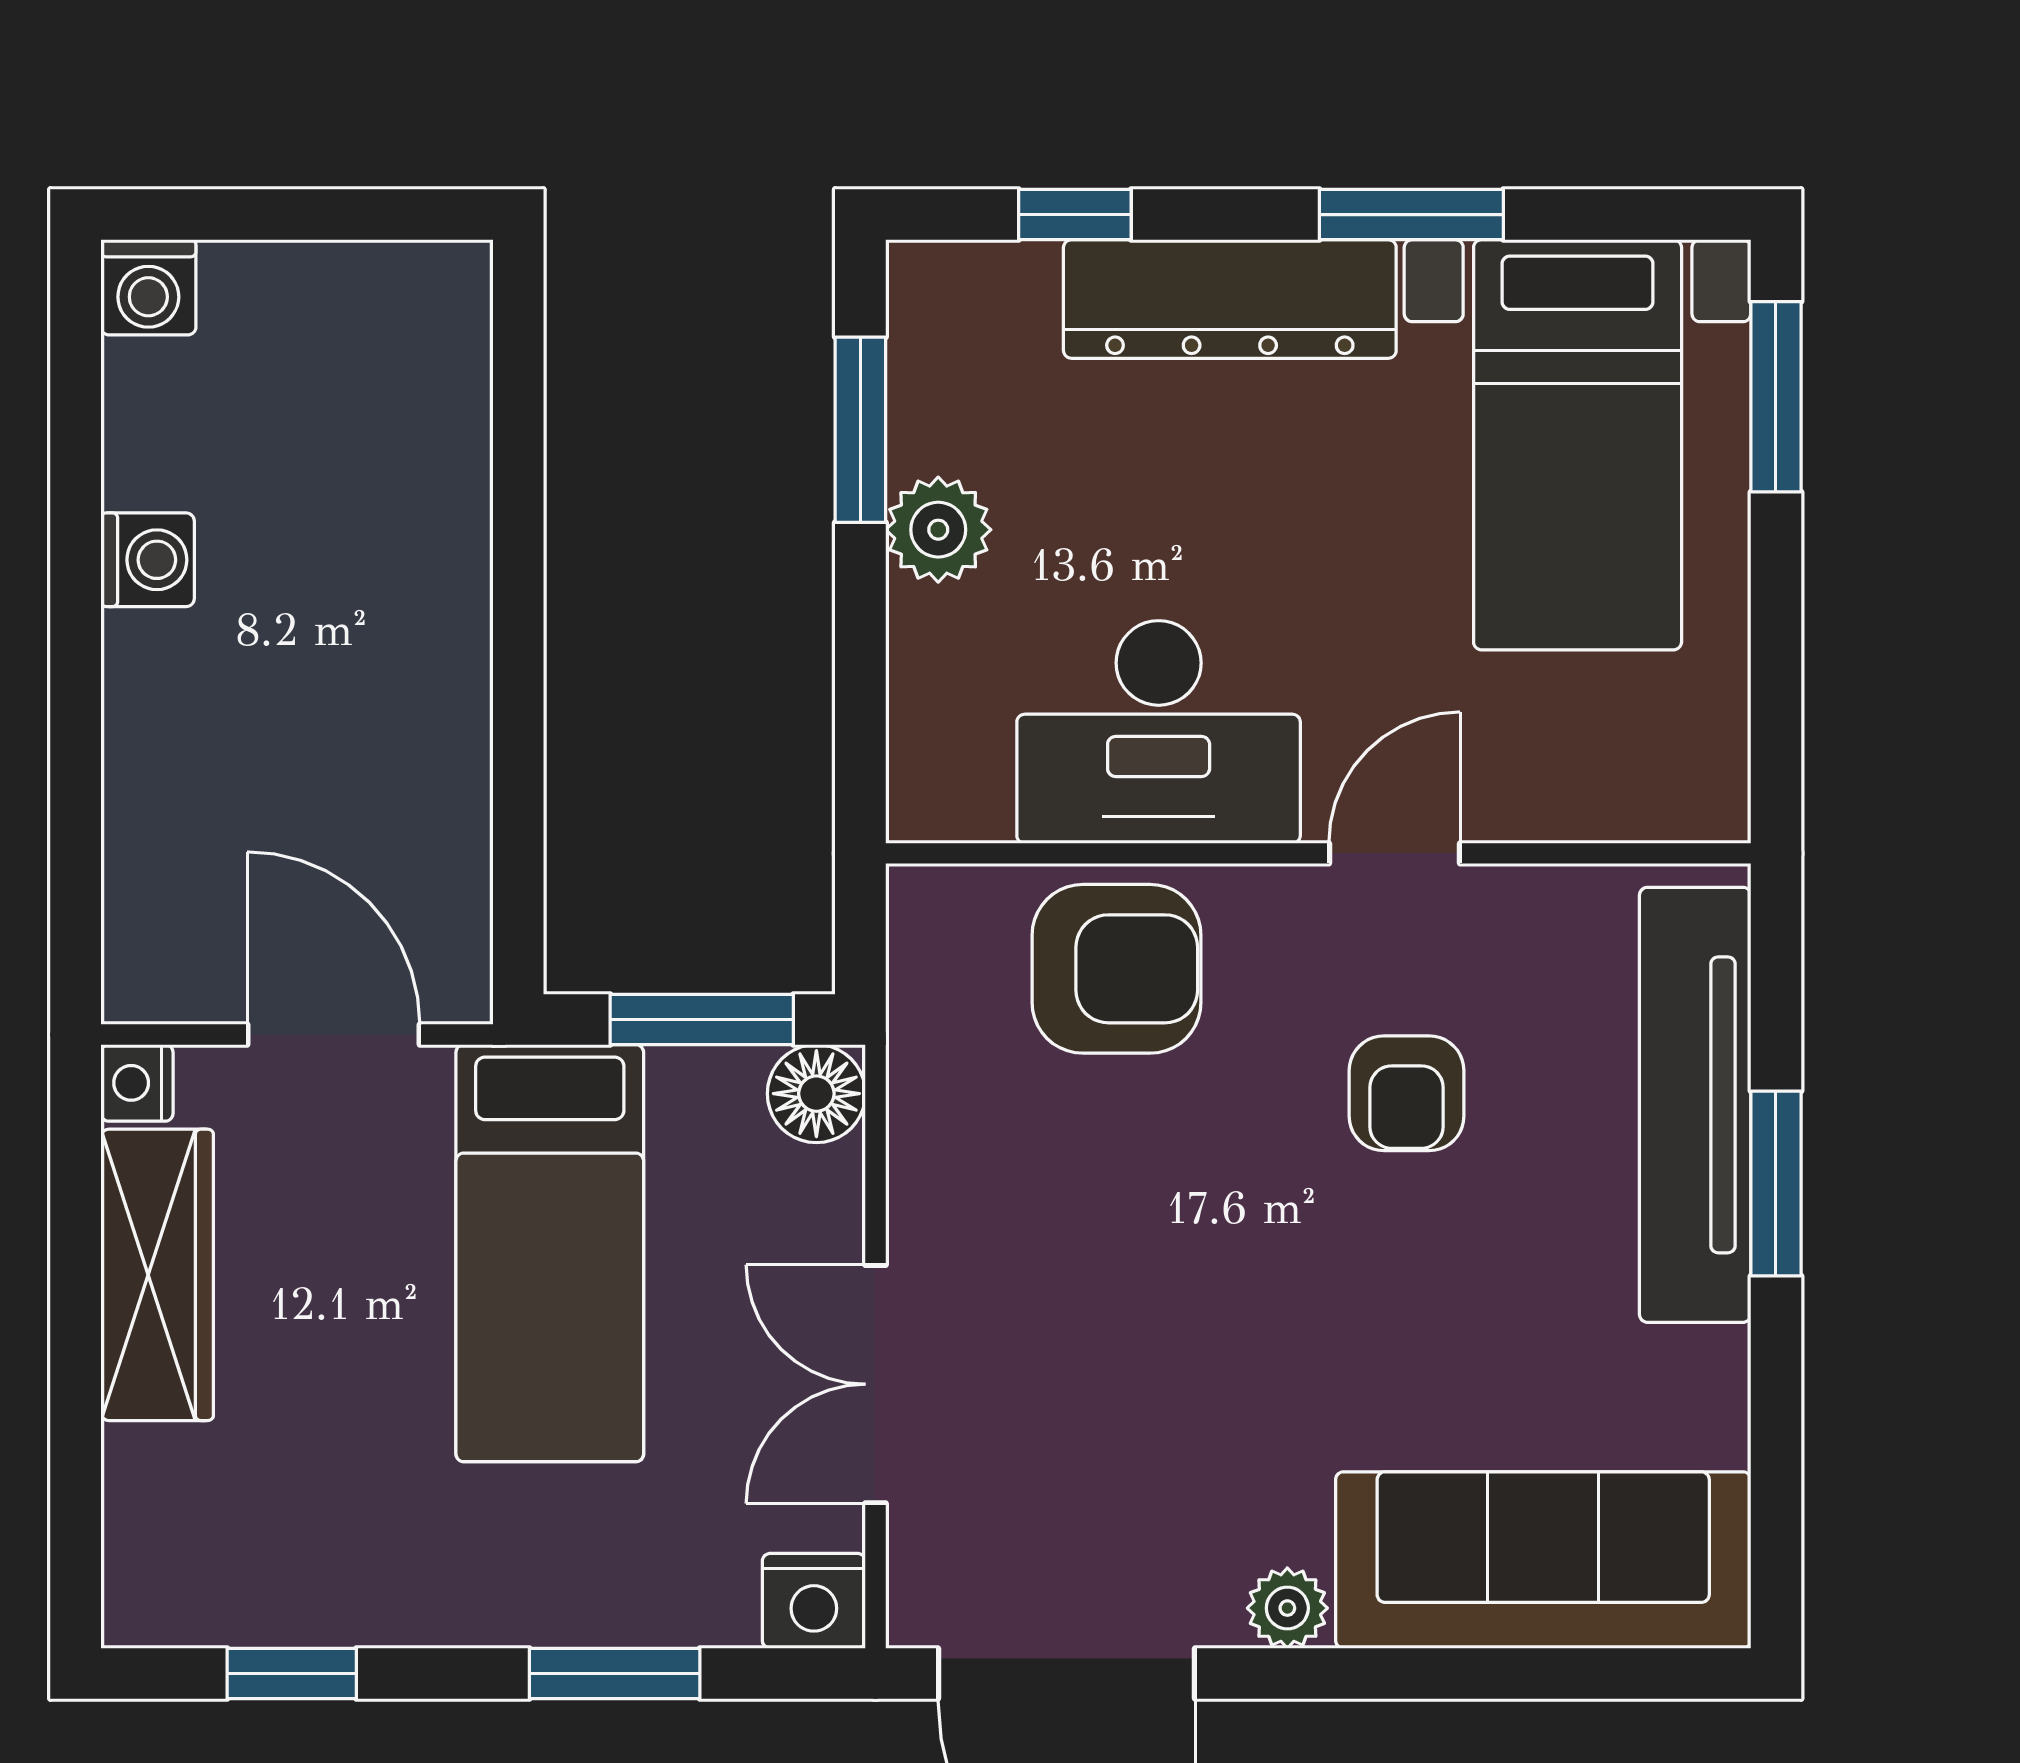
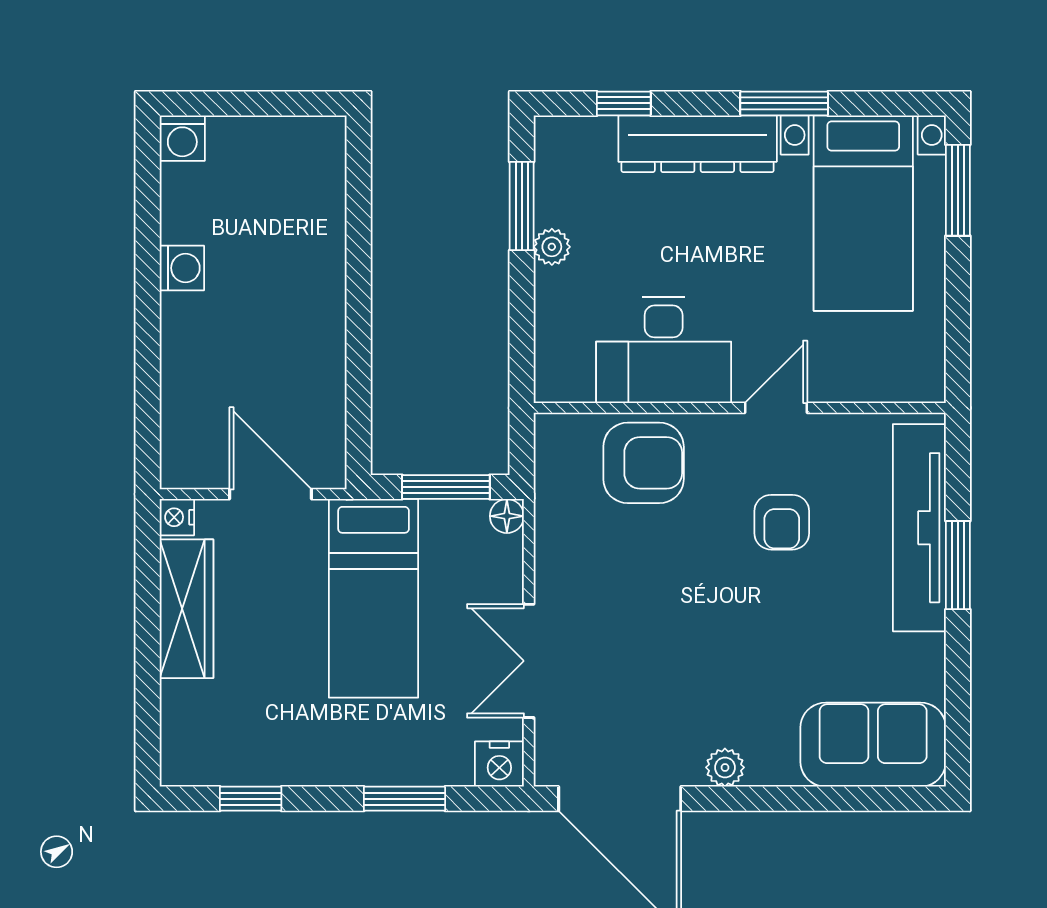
plant: (938, 530) -> (552, 247), width x0.73, depth x0.73
floor lamp: (816, 1094) -> (507, 516), width x0.73, depth x0.73
sofa: (1543, 1560) -> (873, 745), width x0.73

